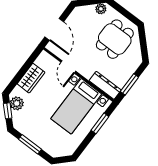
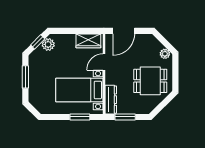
wardrobe: (31, 78) -> (88, 41), moved

